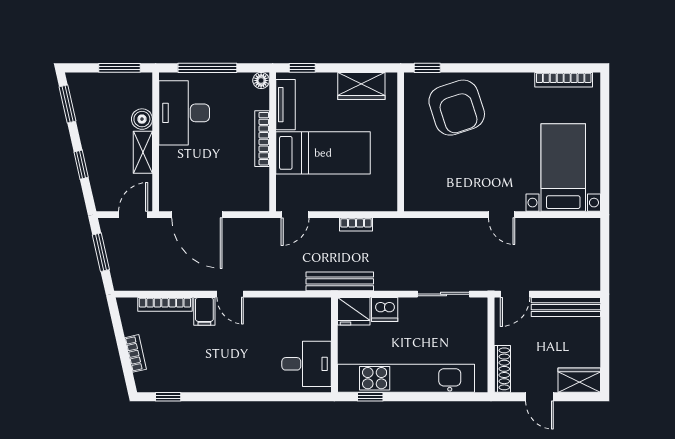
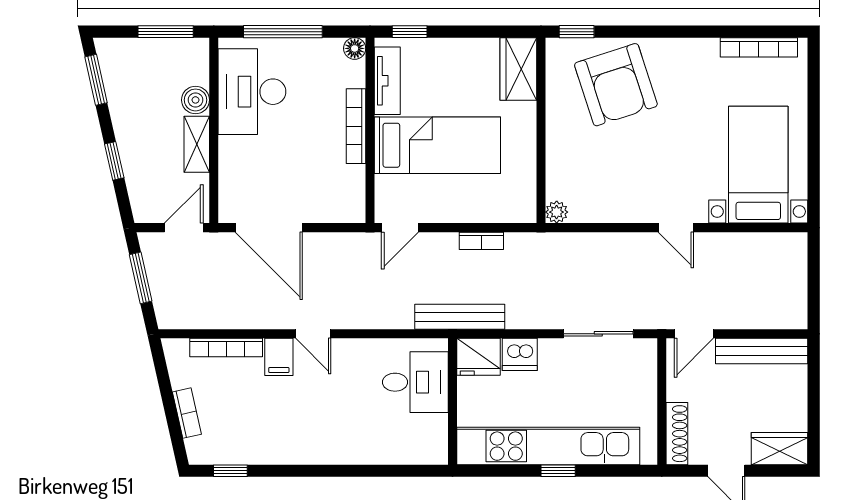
wardrobe: (361, 86) -> (518, 69), moved, turned 90
plant: (412, 203) -> (557, 212), added
desk: (307, 364) -> (415, 382), moved
window: (370, 397) -> (558, 471), moved

